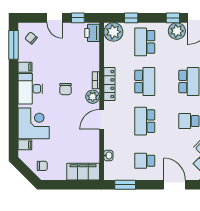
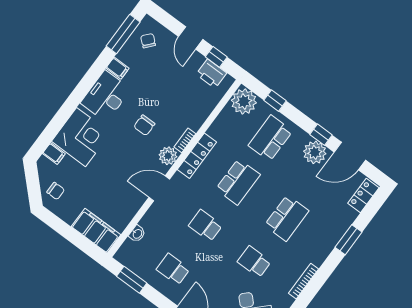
printer: (92, 33) -> (211, 74), moved, turned -90
school desk: (145, 121) -> (205, 226), width x0.54

